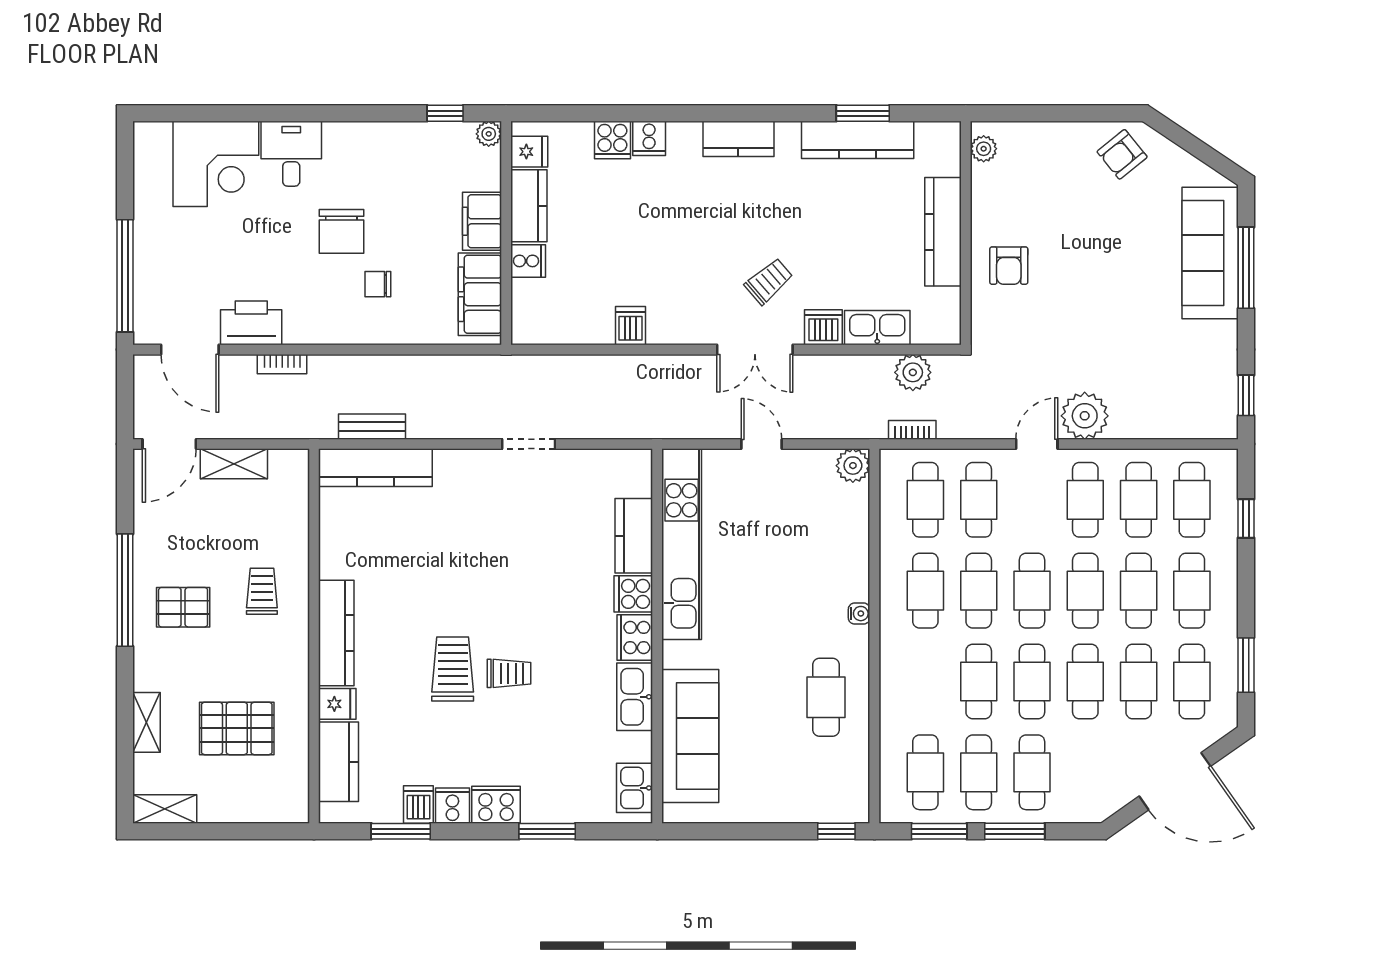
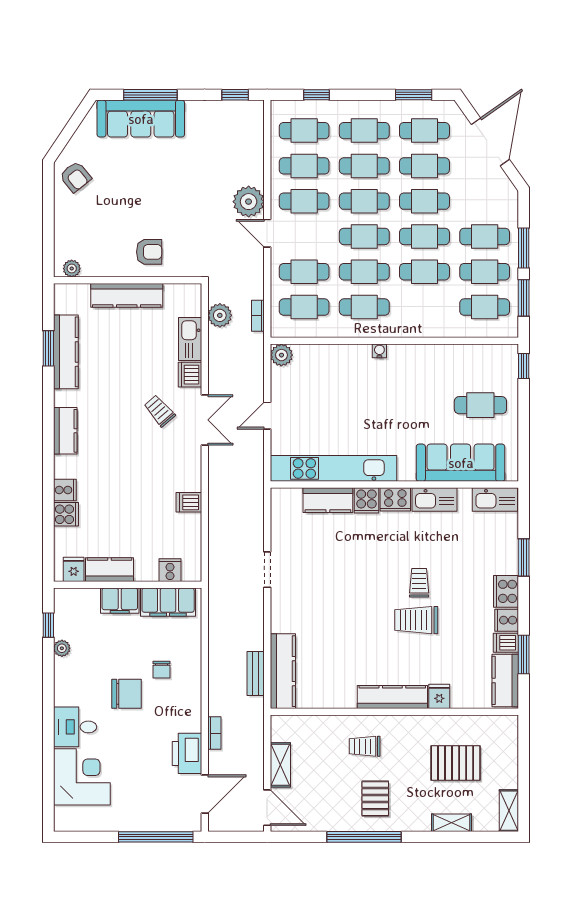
plant: (489, 134) -> (62, 648), moved
cooker: (528, 261) -> (170, 570), moved
cafe table: (826, 697) -> (480, 405), moved
pallet: (237, 728) -> (456, 763), turned 90
kitchen counter: (339, 762) -> (505, 680), moved, turned -90
kitchen sink: (635, 788) -> (495, 500), width x1.38

